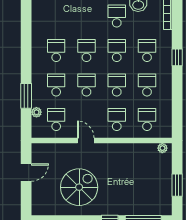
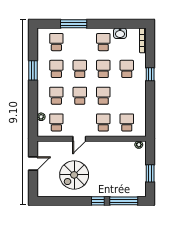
school desk: (147, 85) -> (56, 42), moved
window: (26, 96) -> (33, 70), moved
door: (86, 141) -> (79, 139), swing flipped
spiral stairs: (79, 187) -> (74, 175), turned 180

